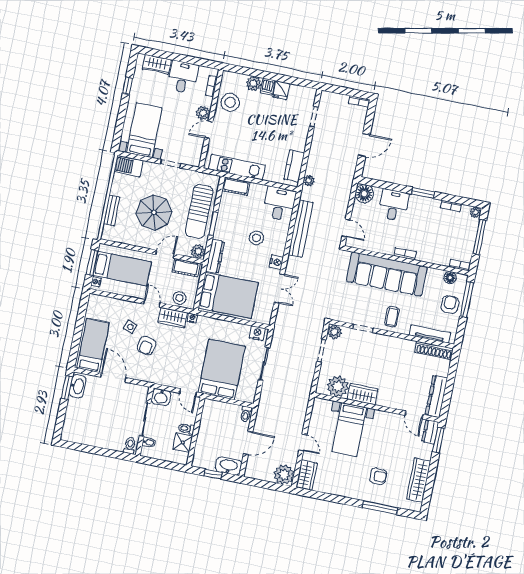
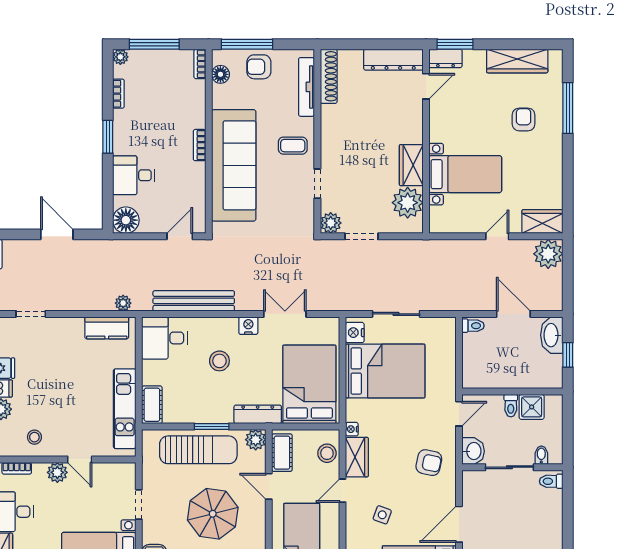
stool: (230, 102) -> (34, 437), width x0.53, depth x0.53
armchair: (146, 346) -> (429, 463), moved
bed: (222, 369) -> (385, 371), moved, turned 180

